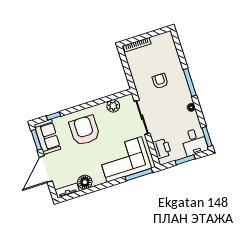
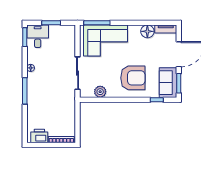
armchair: (160, 81) -> (51, 100), removed
armchair: (85, 130) -> (133, 78), turned -90
printer: (162, 149) -> (39, 136), moved, turned 90

